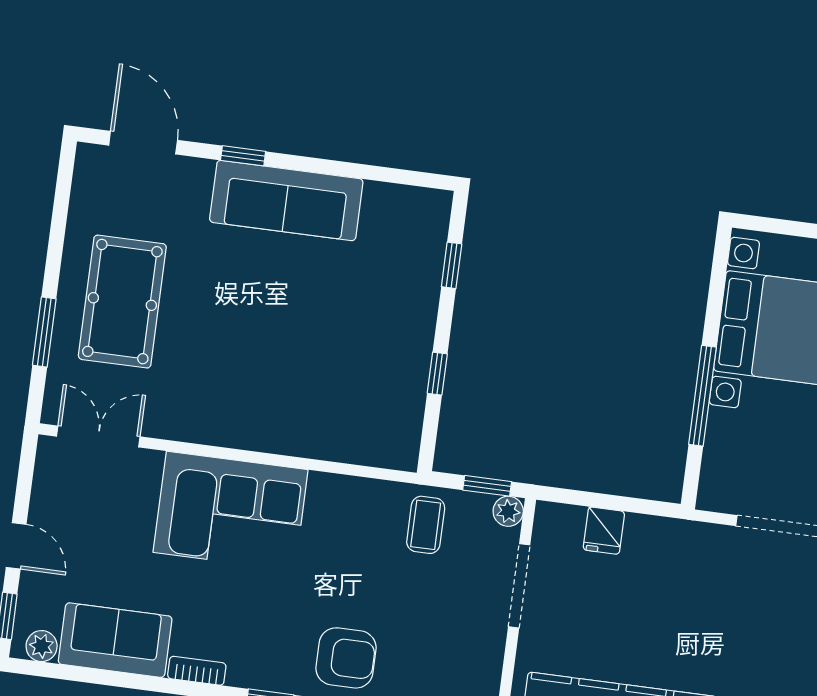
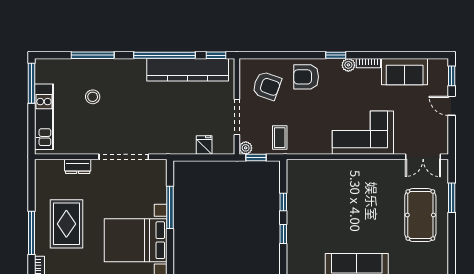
window: (452, 265) -> (283, 234), moved
plant: (42, 646) -> (348, 65), moved
armchair: (440, 649) -> (267, 86), added

